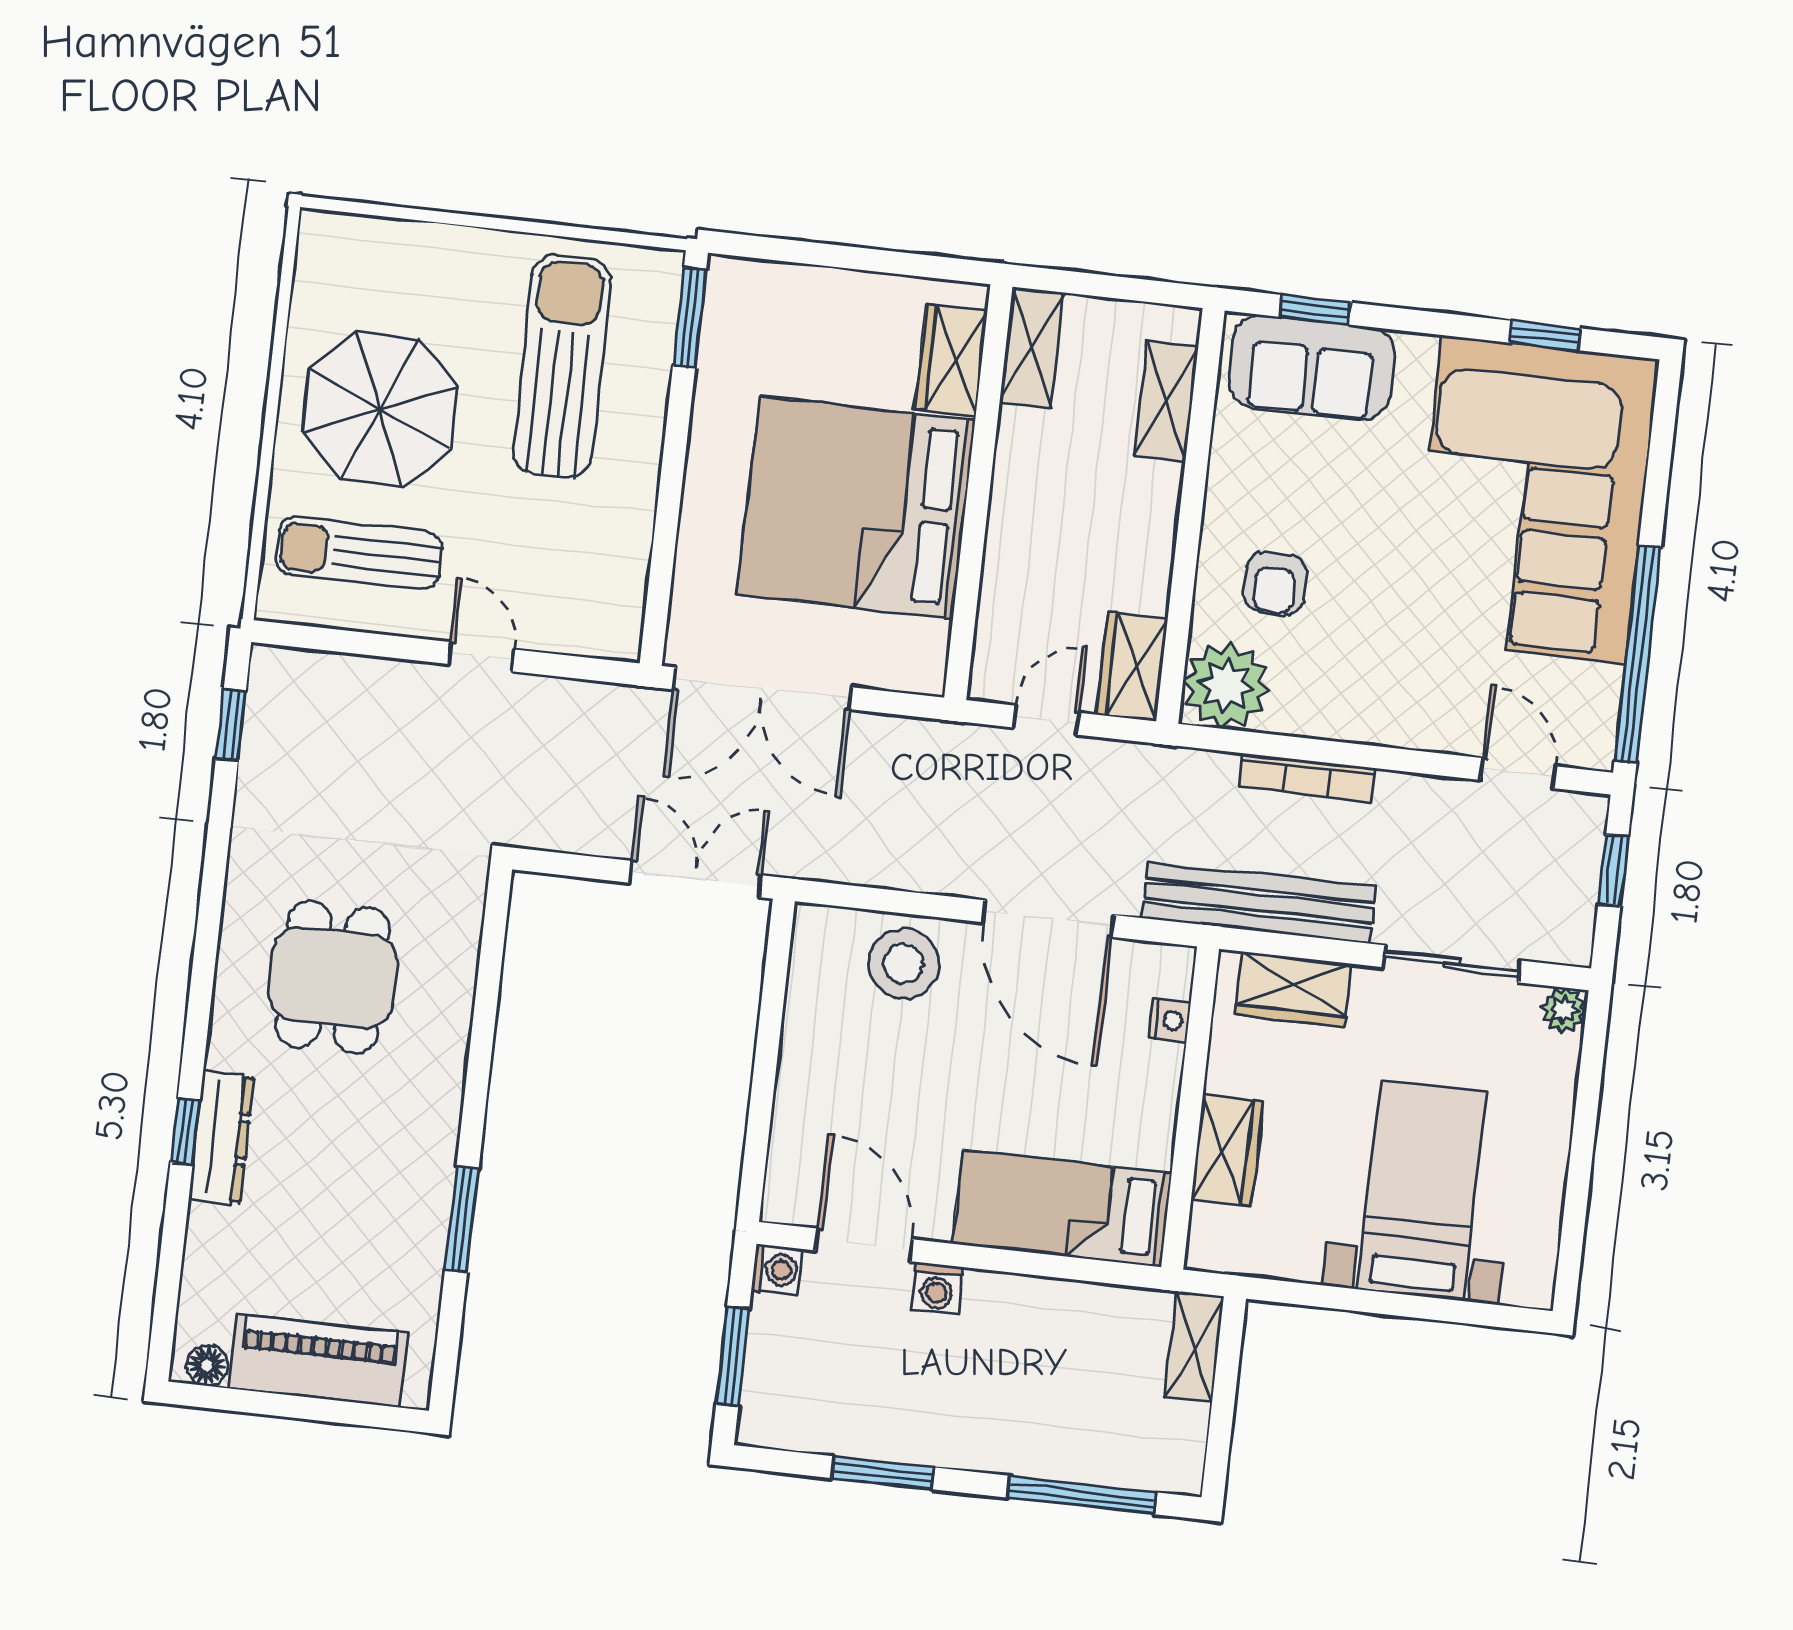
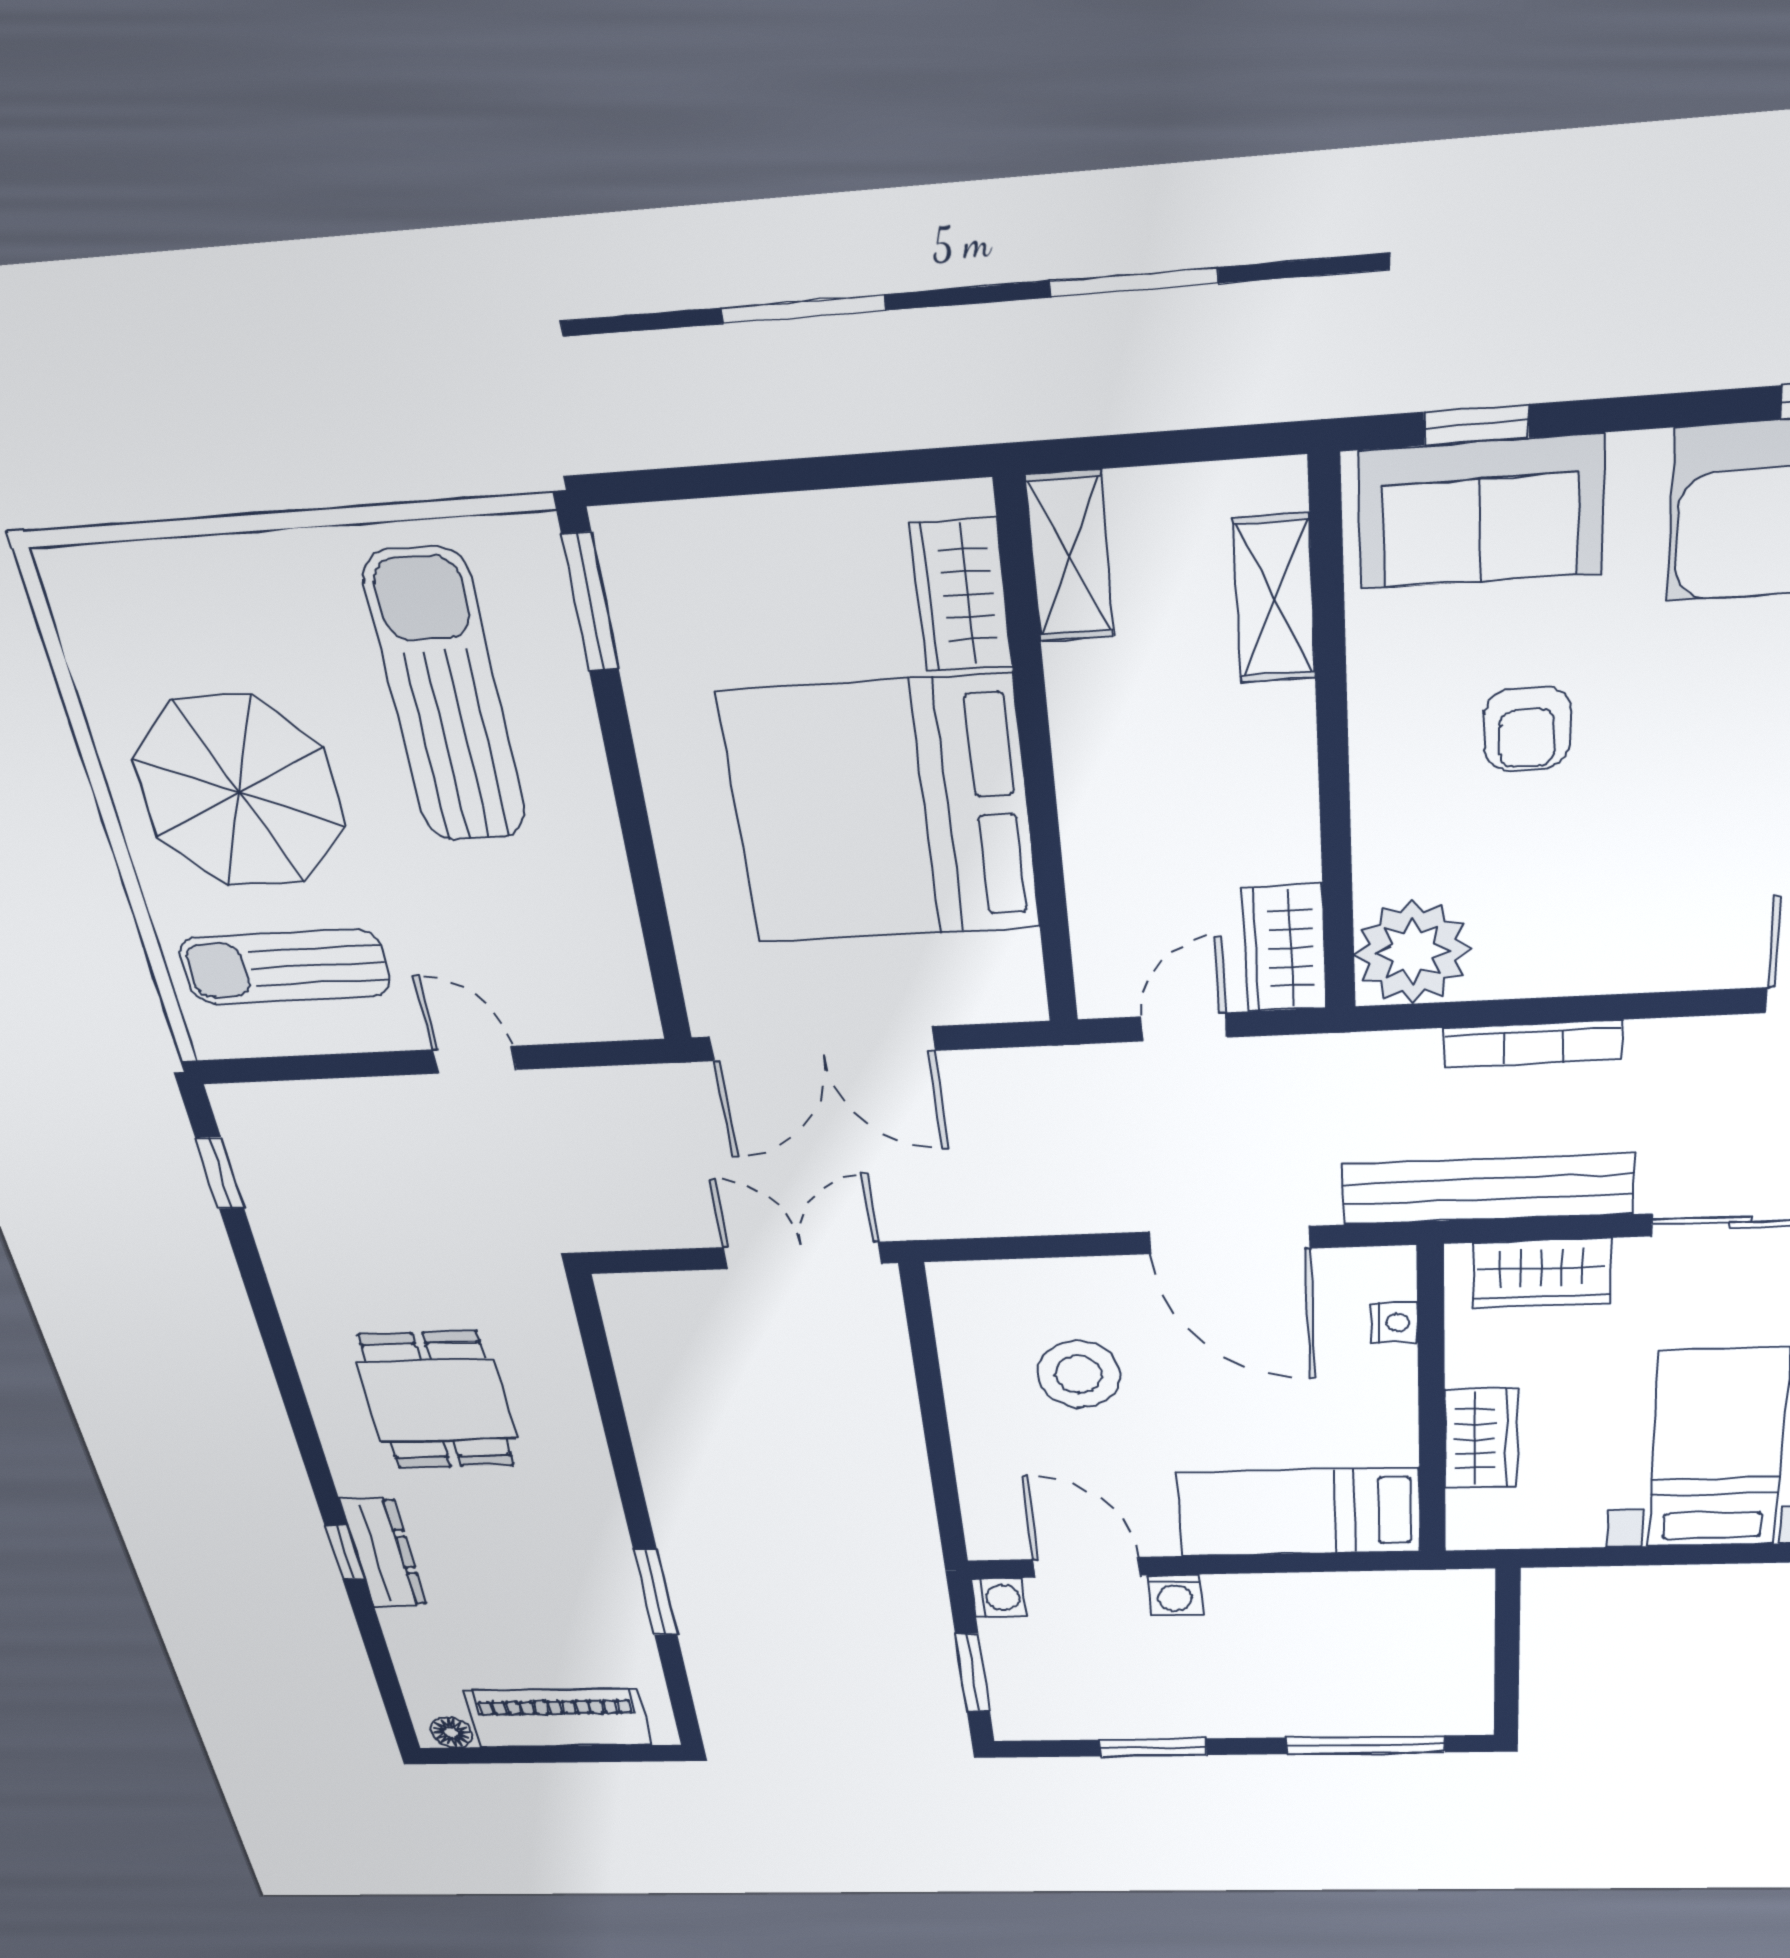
armchair: (1275, 583) -> (1527, 729), moved
stool: (904, 964) -> (1079, 1374), moved
shelving: (1194, 1347) -> (1468, 1614), removed

